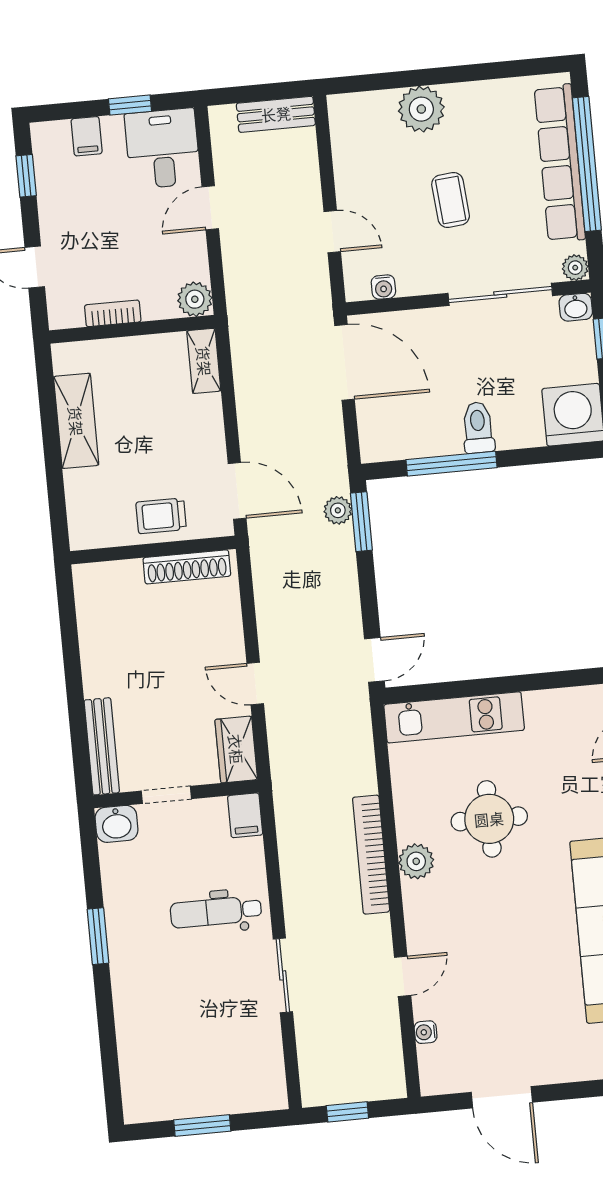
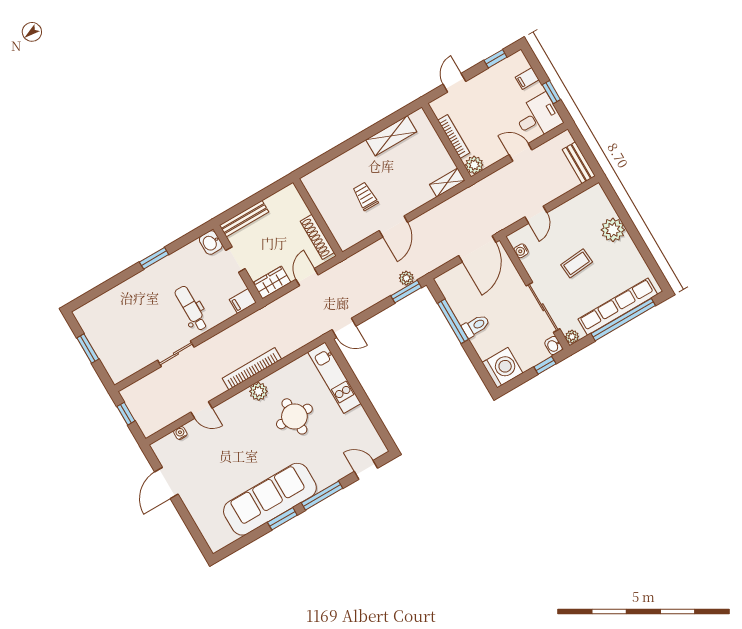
bookcase: (113, 313) -> (454, 136), width x1.56
wall: (153, 550) -> (318, 217), moved
shoe rack: (187, 567) -> (317, 237), moved

